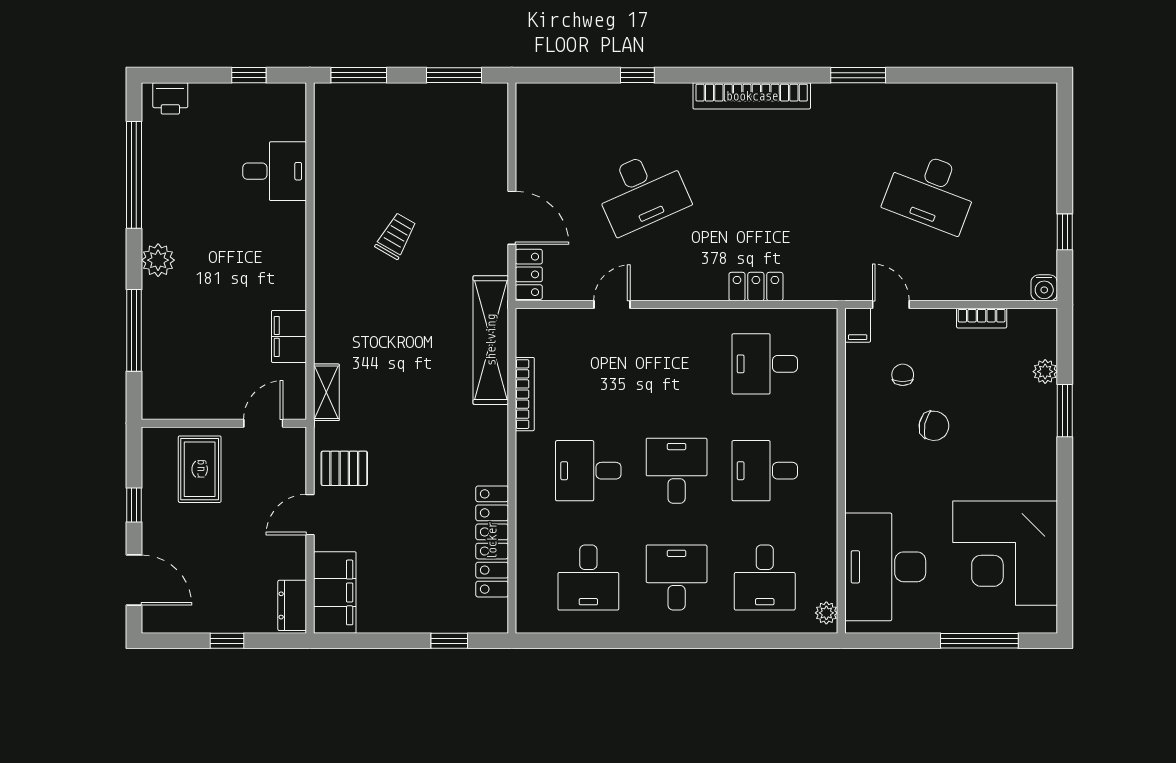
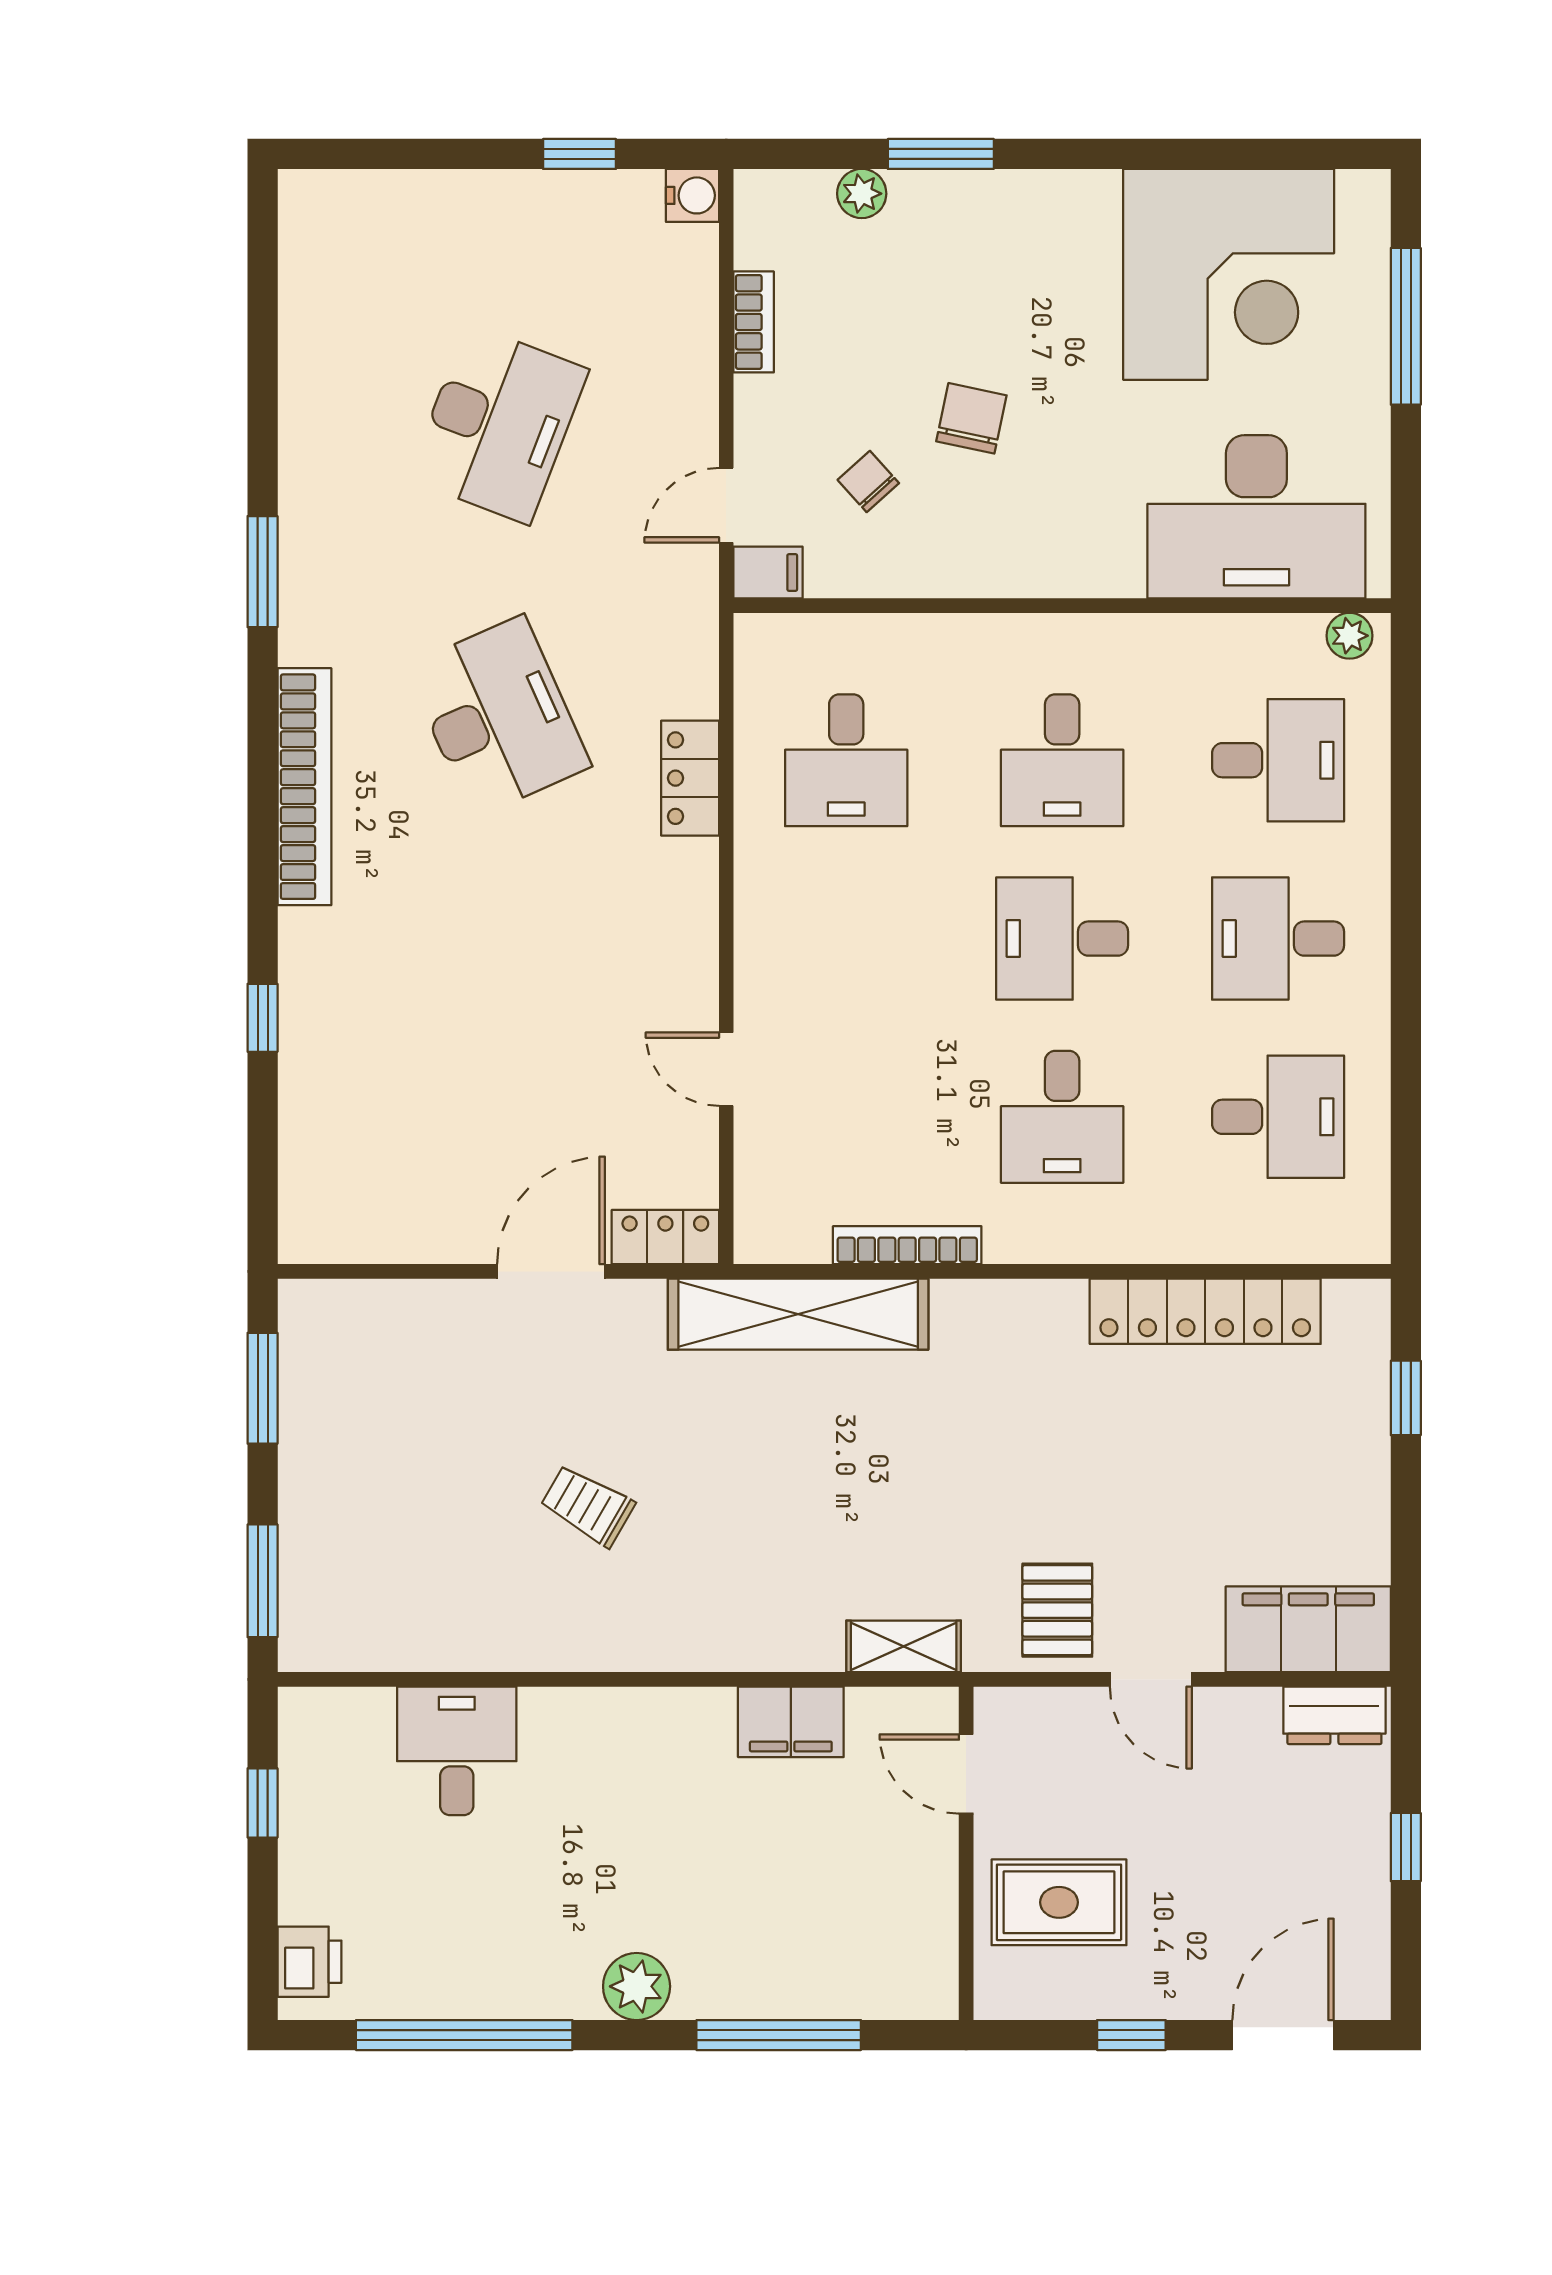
desk: (642, 192) -> (498, 717), moved
chair: (903, 375) -> (868, 481), turned 48

